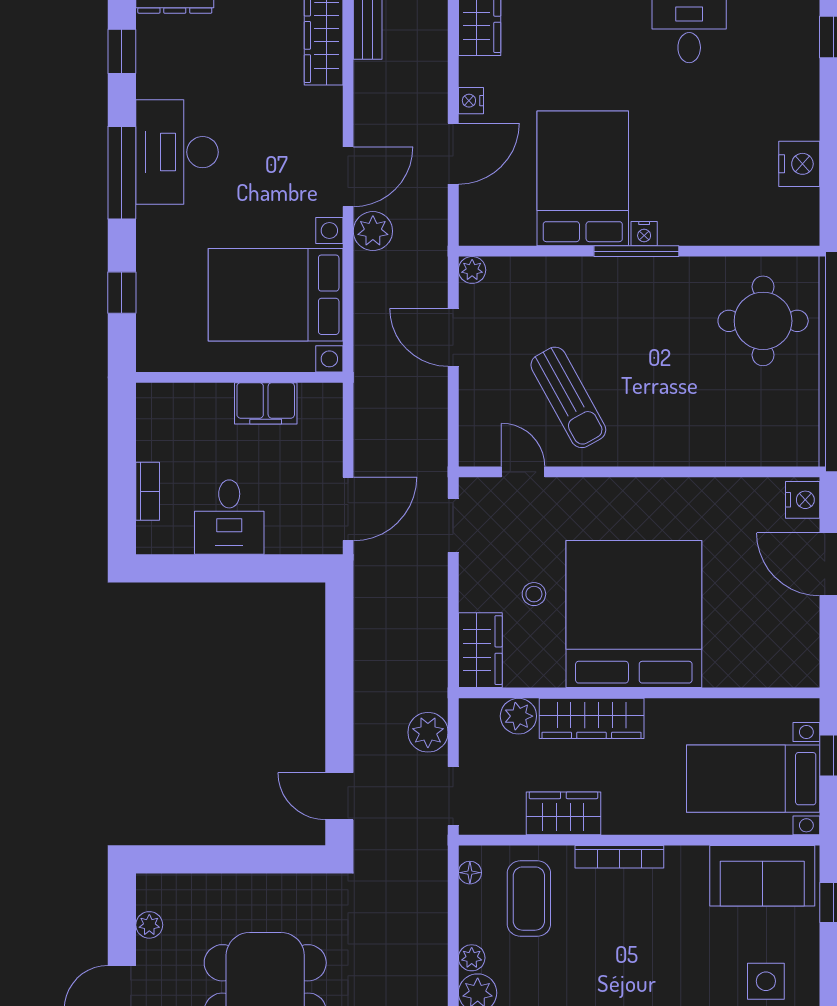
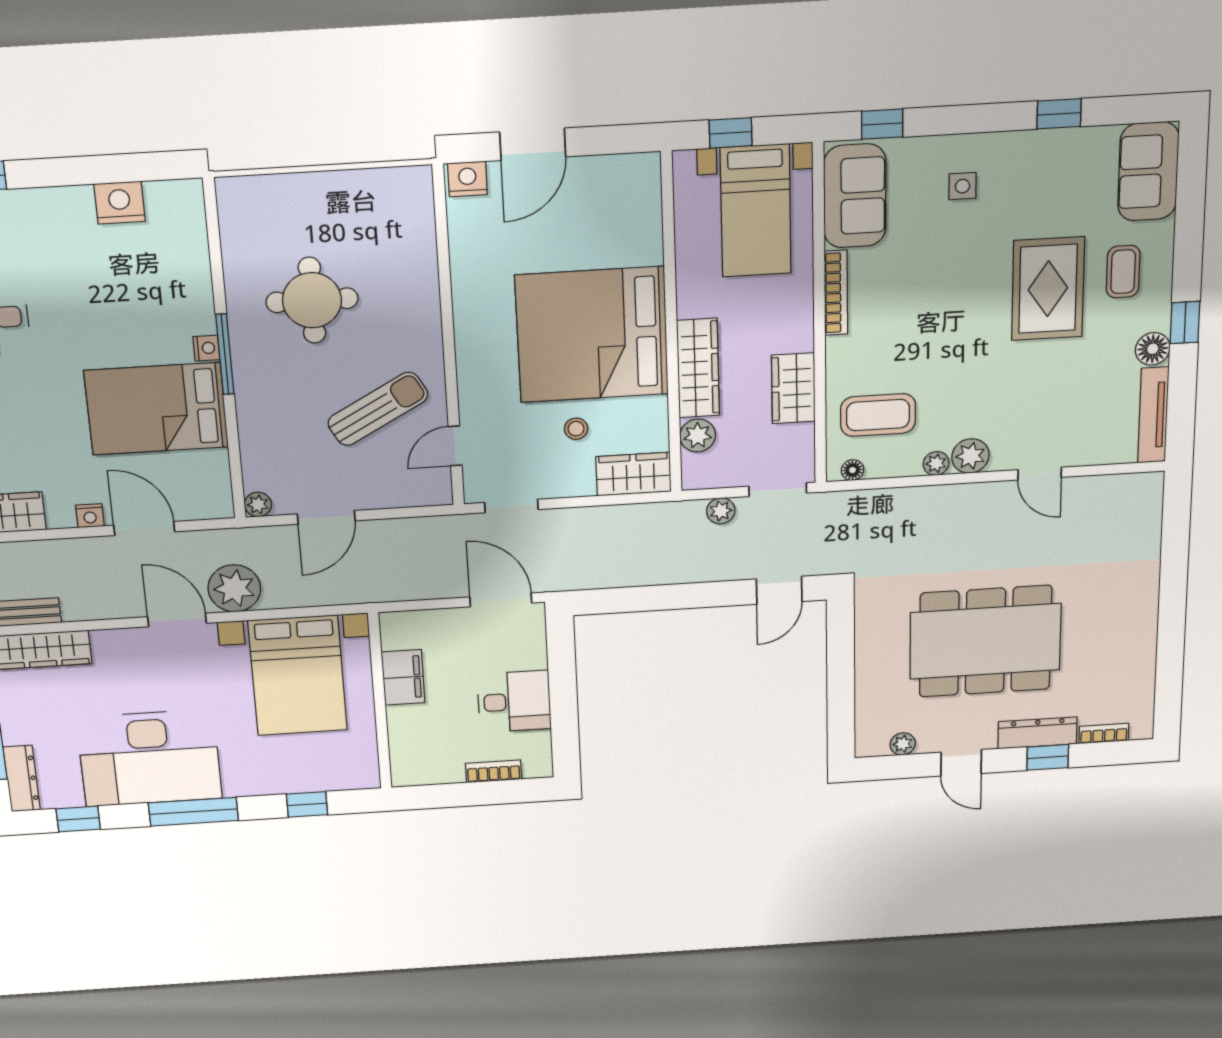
desk: (177, 152) -> (149, 758), width x1.36, depth x1.30
plant: (373, 231) -> (234, 588), width x1.36, depth x1.36
round table: (763, 321) -> (312, 300), moved
plant: (428, 732) -> (721, 511), width x0.73, depth x0.73
bookcase: (619, 857) -> (836, 293), moved
side table: (766, 981) -> (962, 186), width x0.73, depth x0.73

